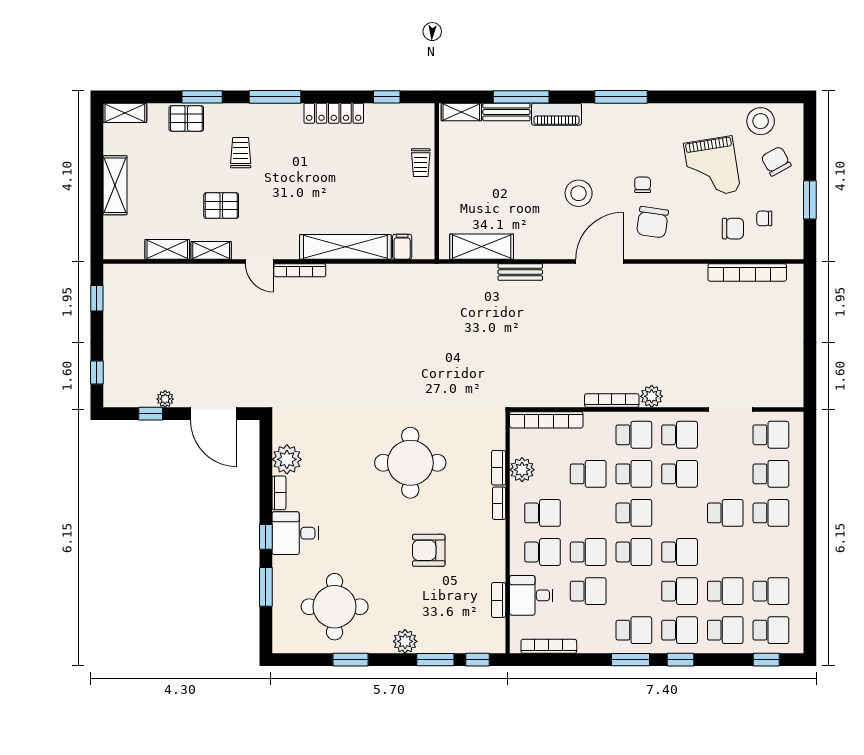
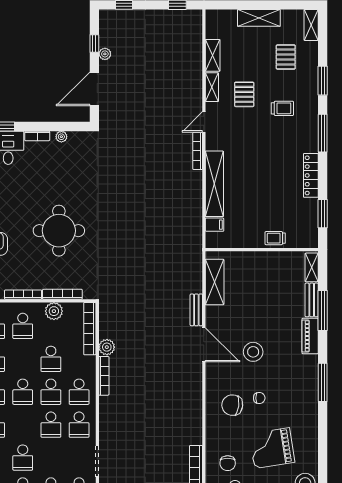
window: (387, 97) -> (323, 214), width x1.50
pallet: (186, 118) -> (286, 57), moved
door: (599, 261) -> (204, 345), moved
plant: (652, 396) -> (107, 347), moved
plant: (287, 459) -> (61, 137), width x0.53, depth x0.53
bookcase: (499, 468) -> (62, 294), width x1.56
bookcase: (499, 503) -> (23, 295), width x1.56

